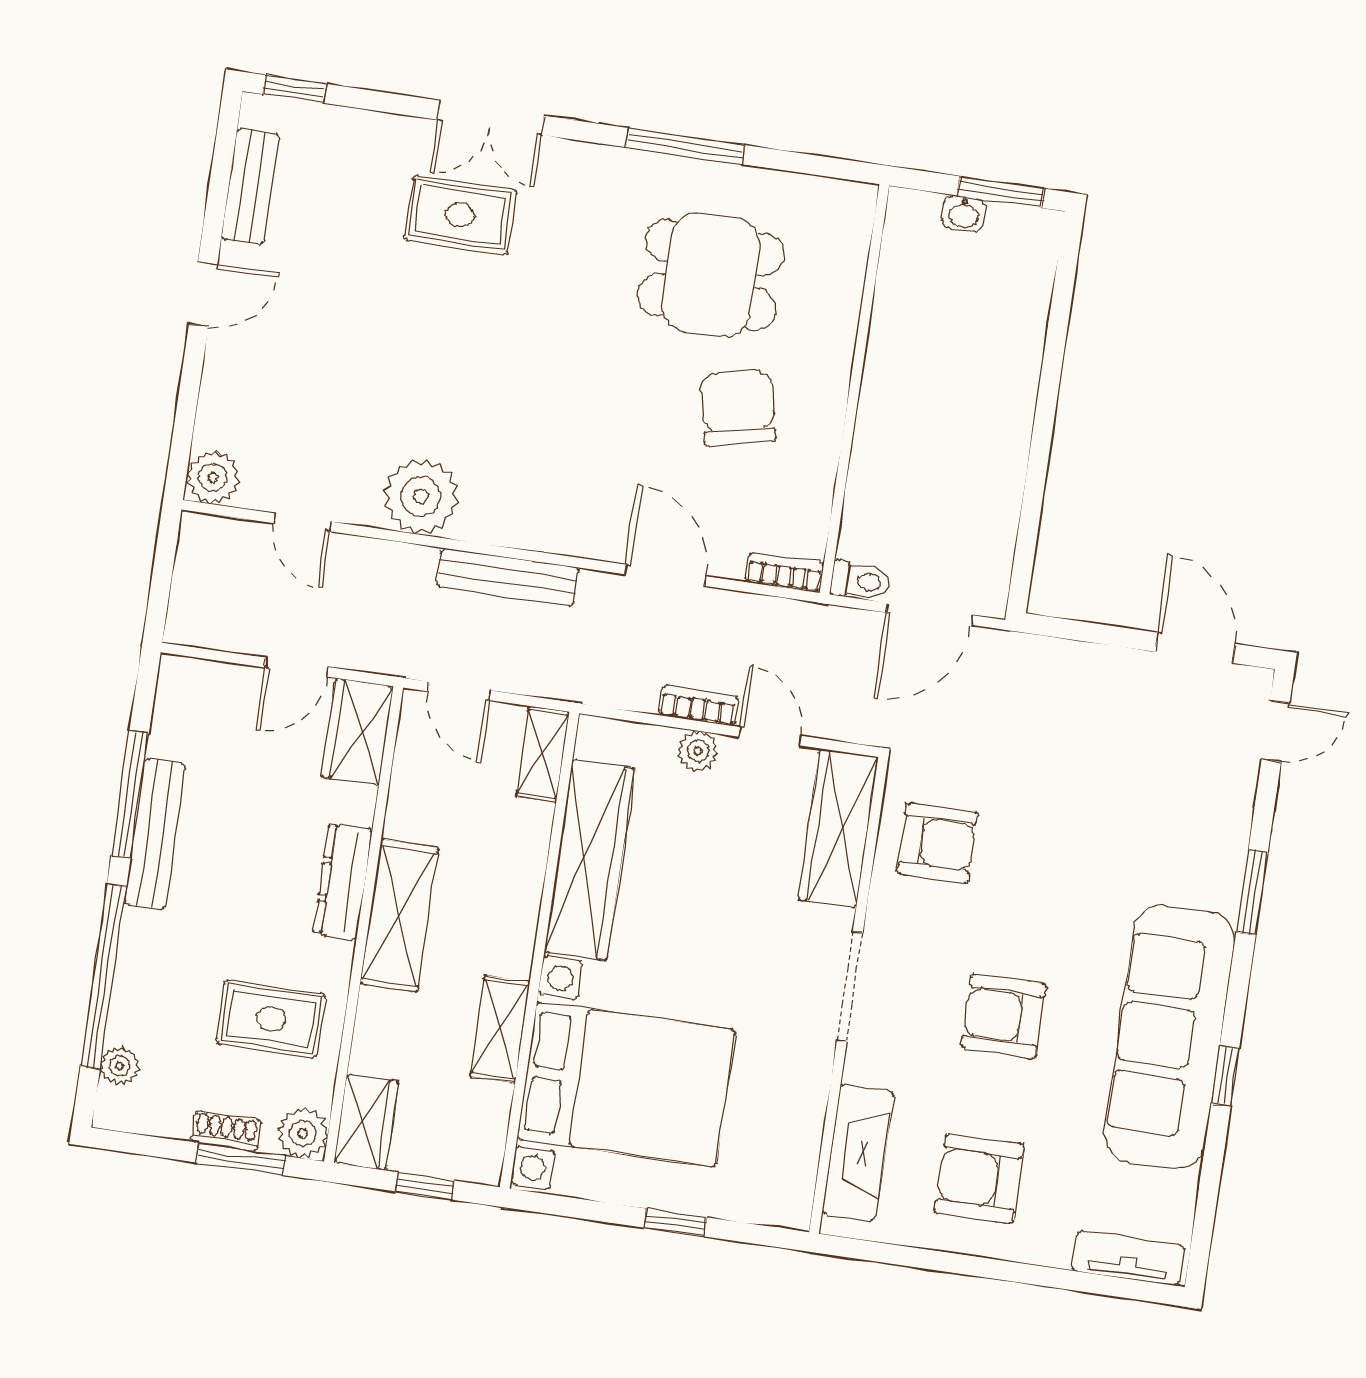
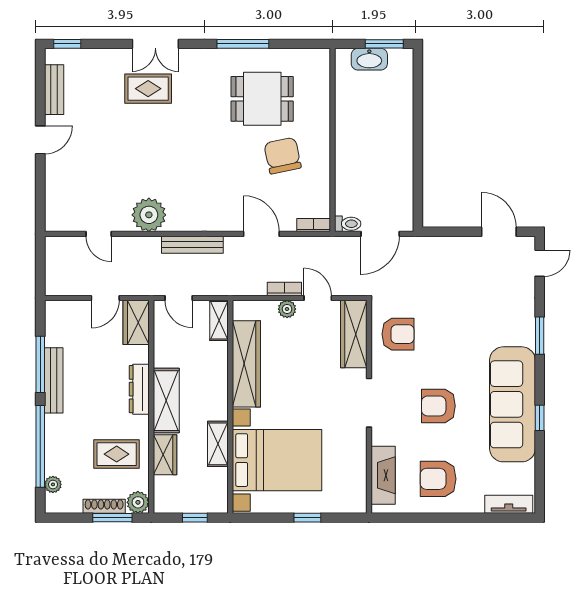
washbasin: (964, 214) -> (369, 59), width x1.91, depth x1.45
plant: (213, 478) -> (56, 220), removed
wardrobe: (366, 1122) -> (165, 455), moved
shoe rack: (226, 1131) -> (104, 506), width x1.43

